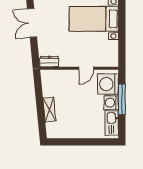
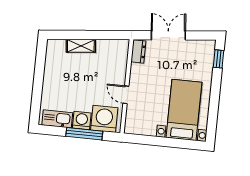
double door: (32, 23) -> (168, 35), moved

